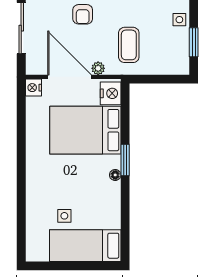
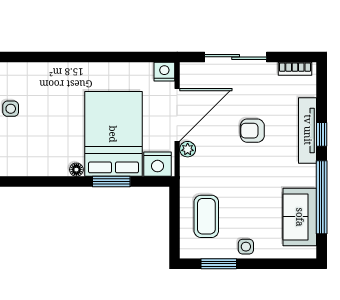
coffee table: (129, 45) -> (206, 216), moved, turned 90
window: (125, 160) -> (111, 181), moved
floor lamp: (115, 175) -> (76, 170), moved

